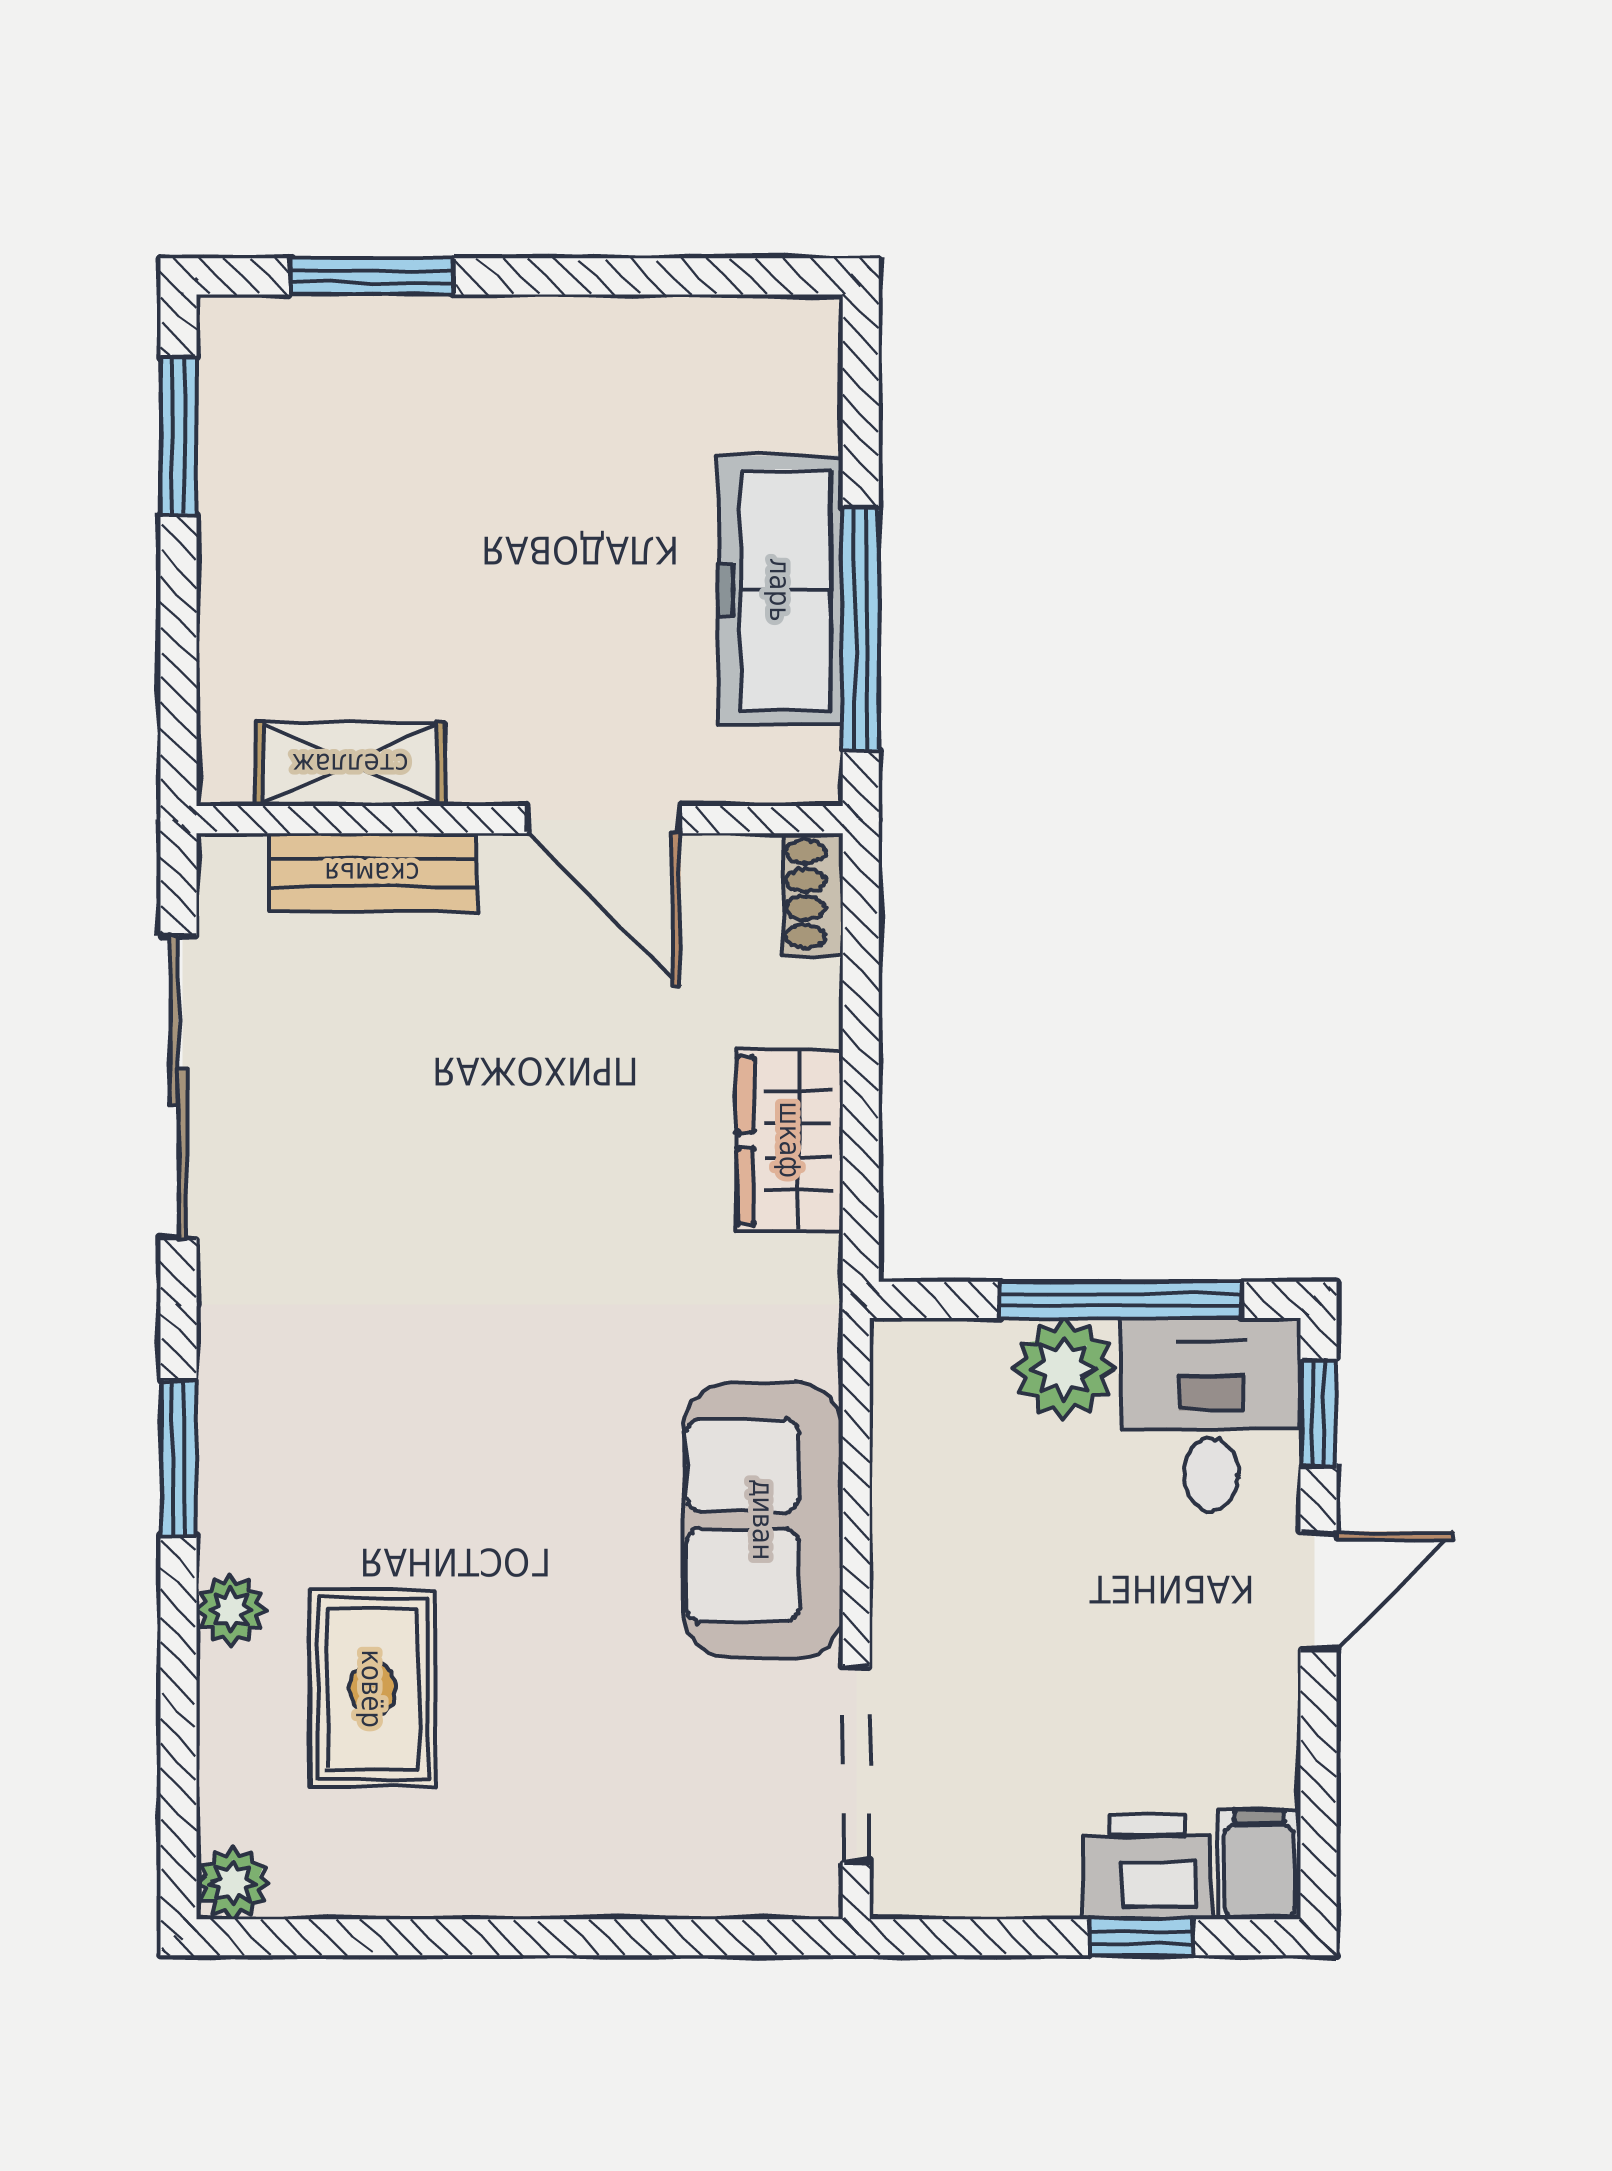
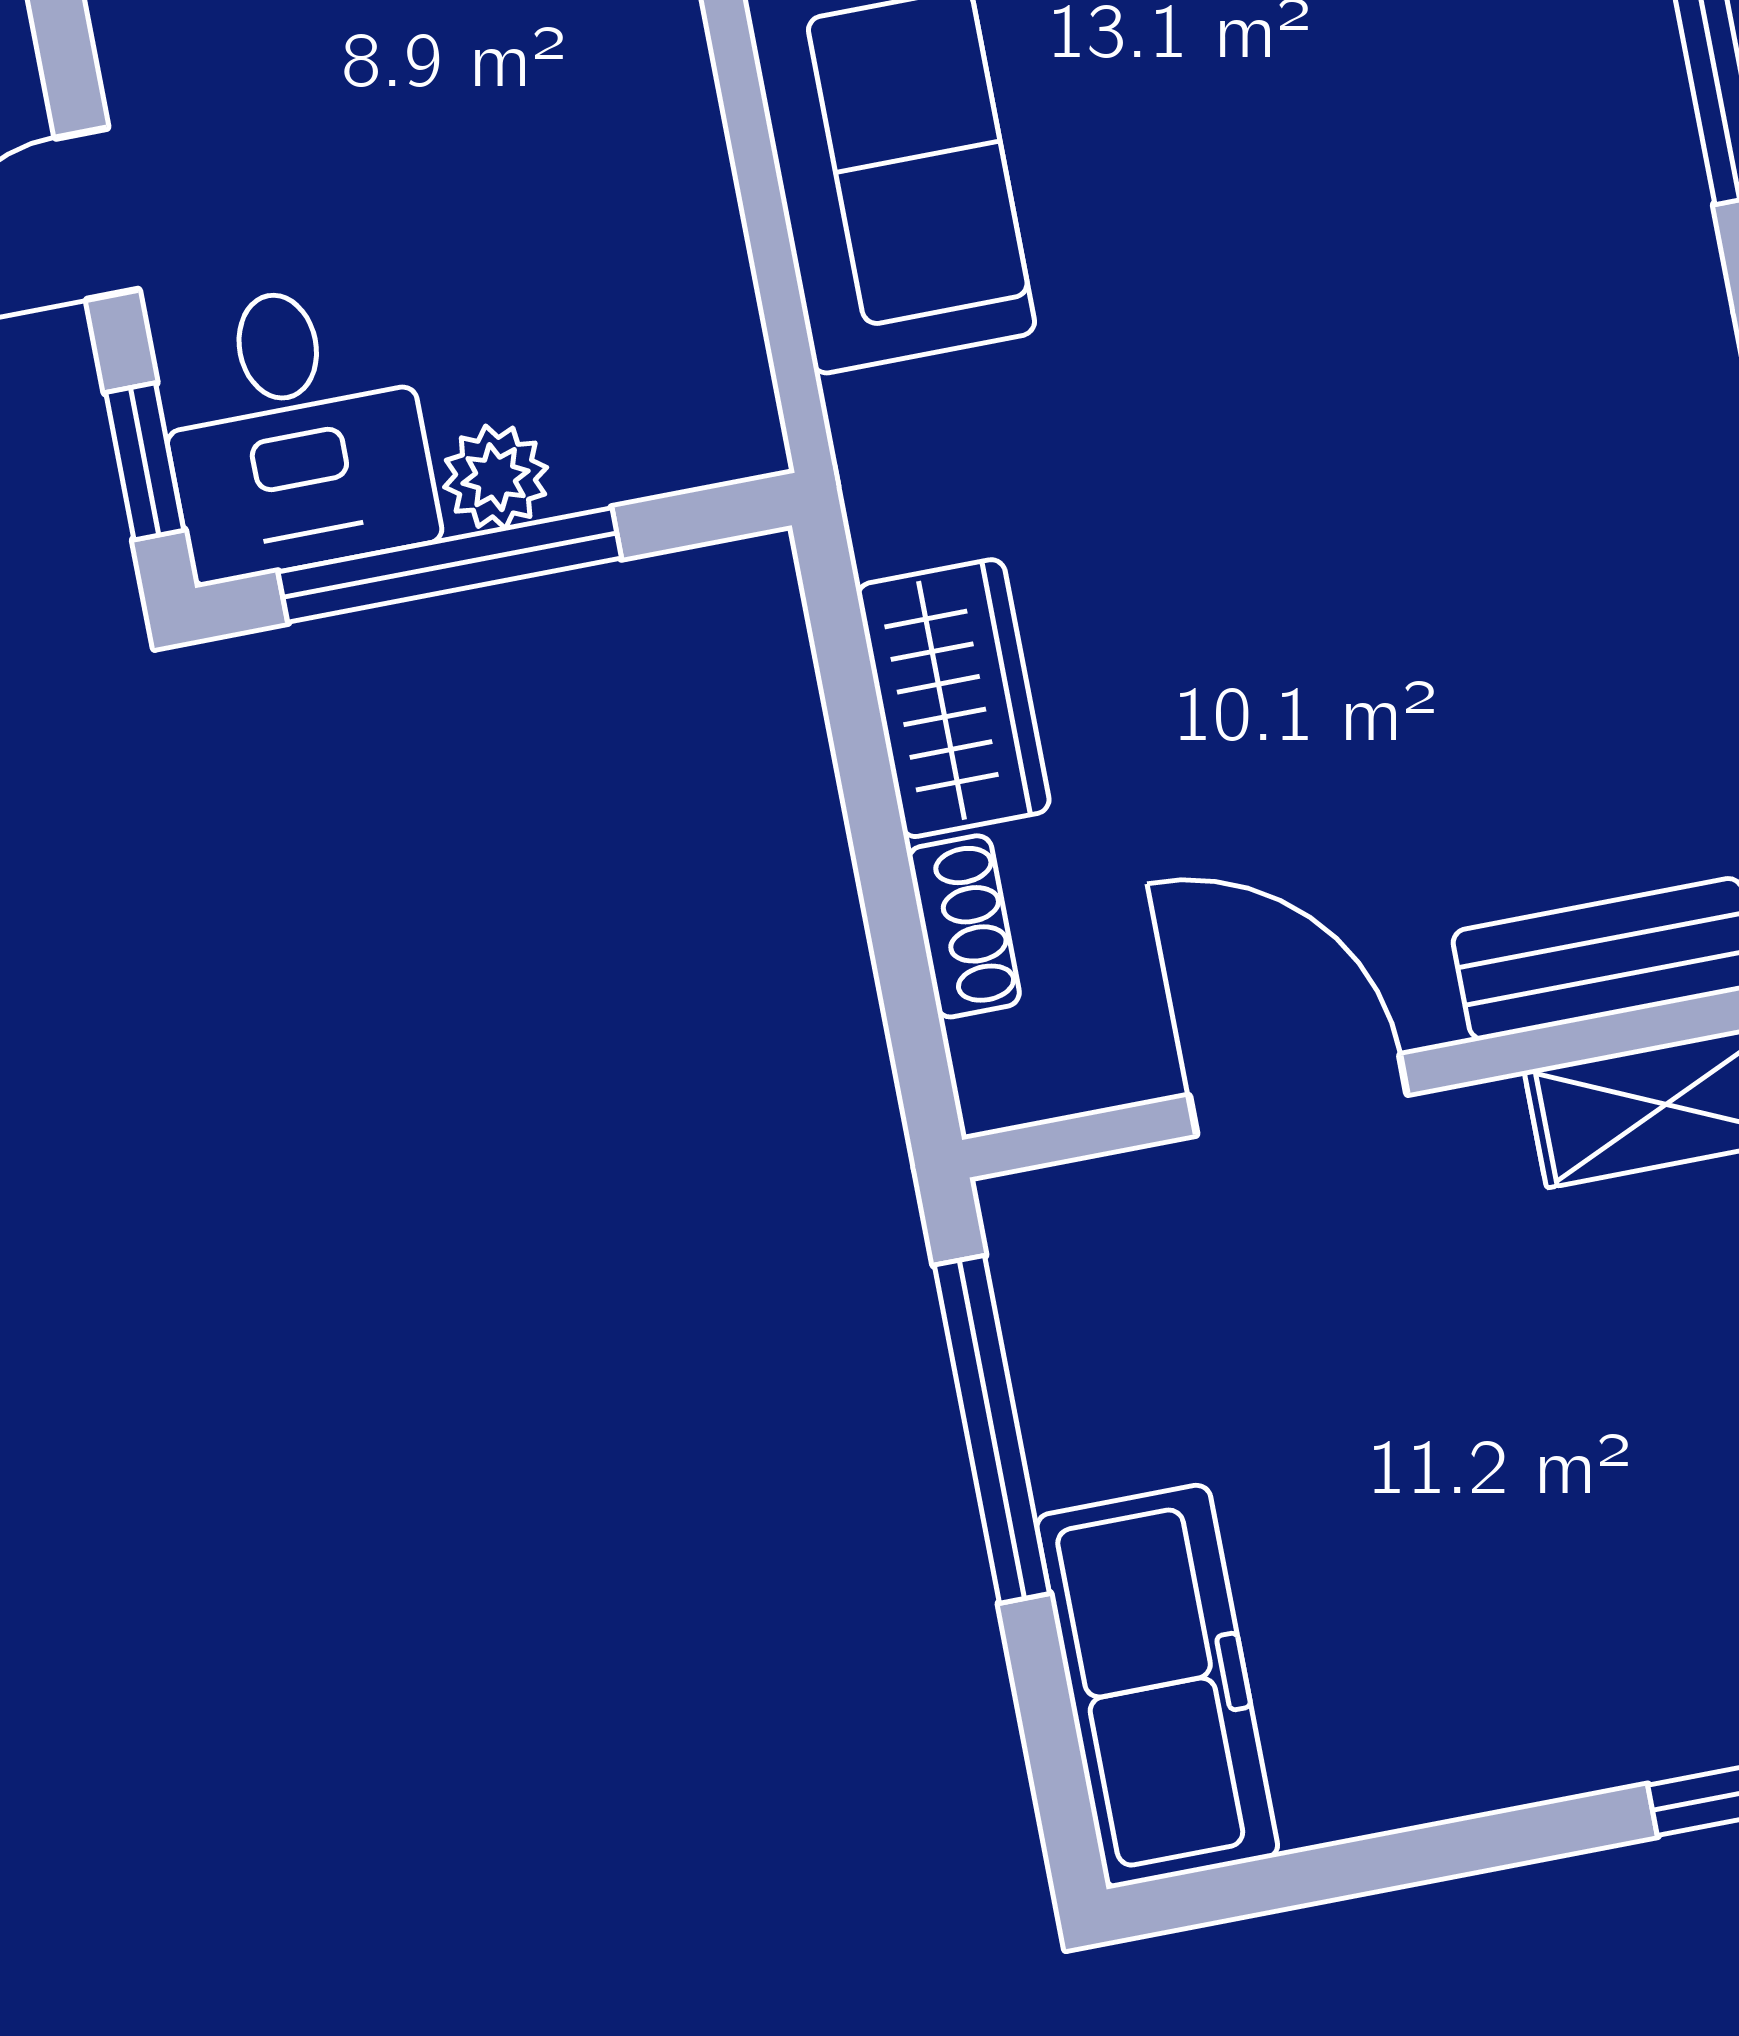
freezer: (780, 590) -> (1157, 1686), moved
shoe rack: (813, 894) -> (964, 926), moved
plant: (1064, 1368) -> (496, 477), width x0.73, depth x0.73

